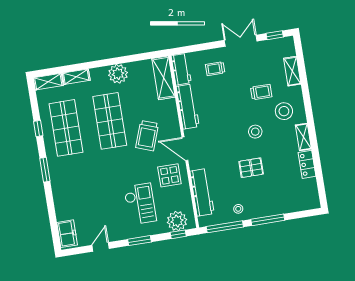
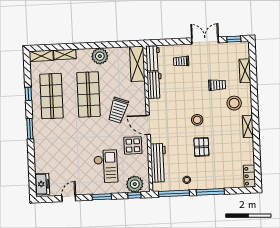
workbench: (188, 107) -> (154, 85), width x0.73
stool: (255, 132) -> (197, 120), moved
locker: (307, 164) -> (249, 176), moved
pallet: (251, 168) -> (201, 147), turned 90

